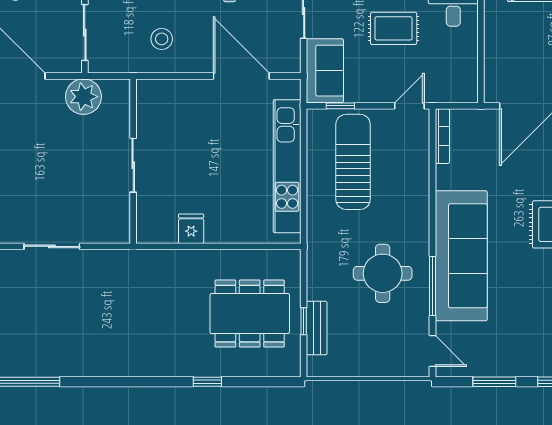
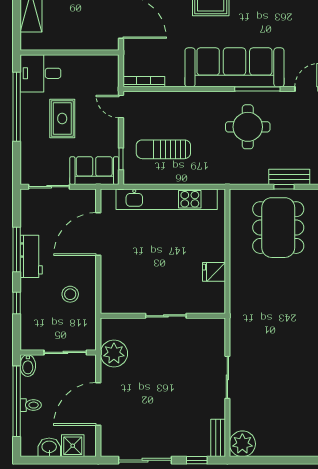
sun lounger: (353, 162) -> (163, 149), width x0.73, depth x0.75

